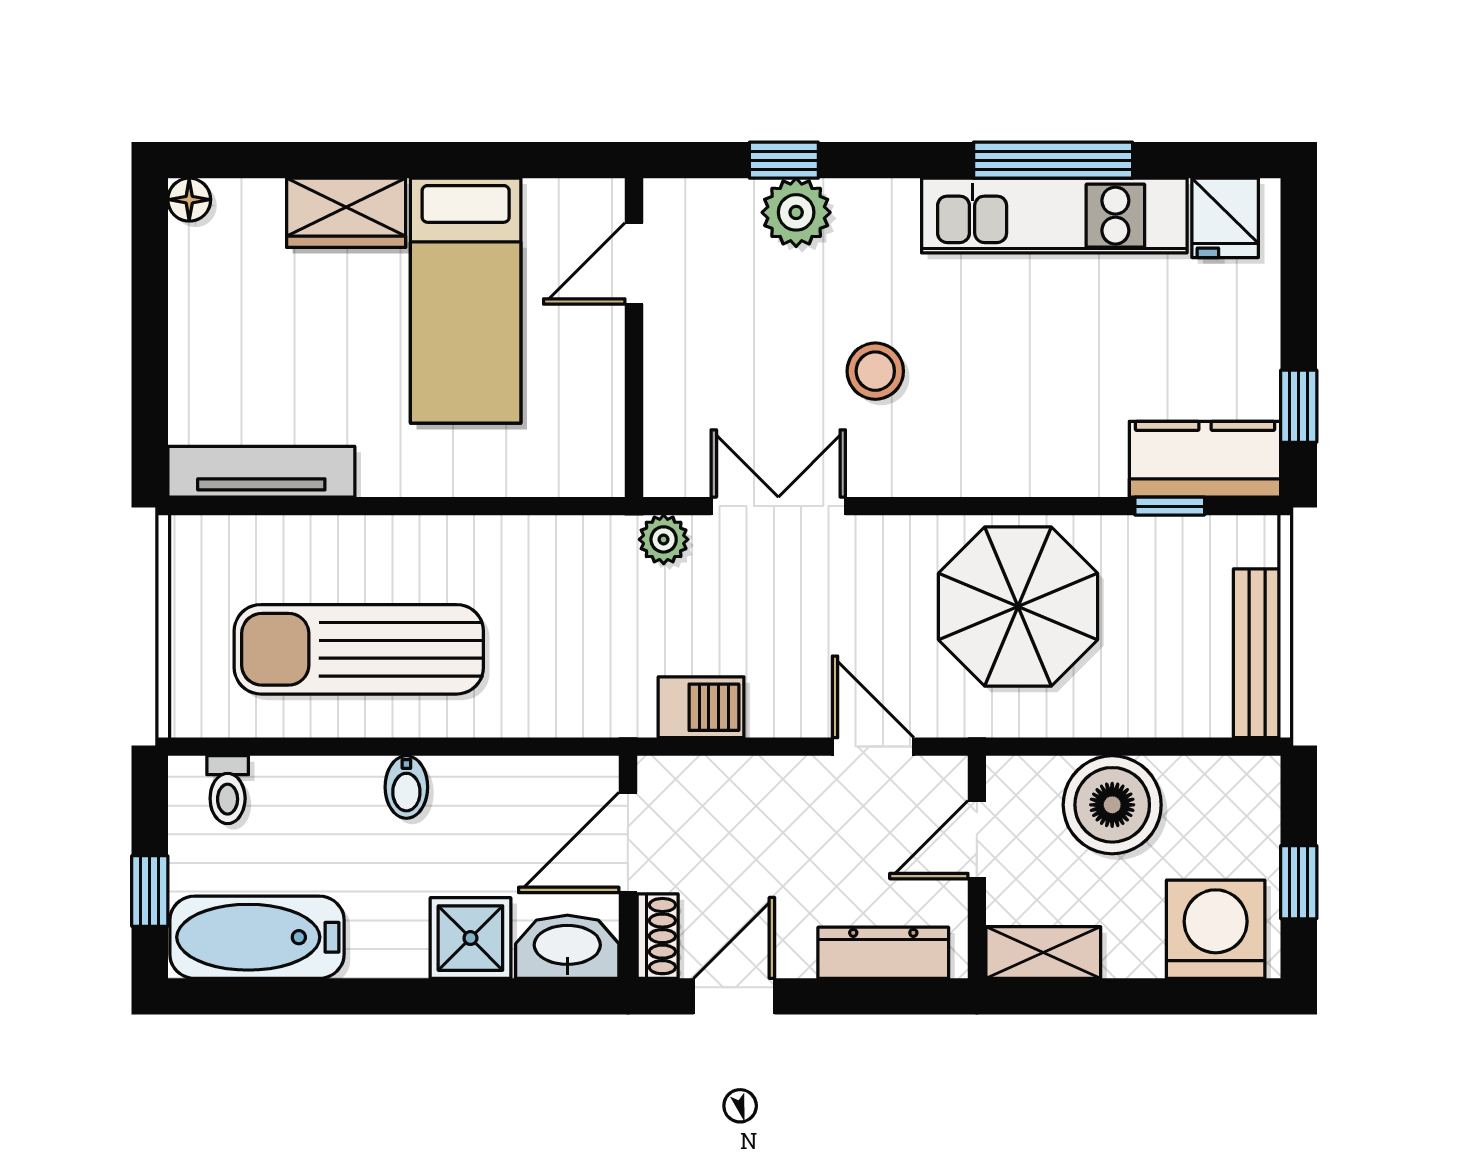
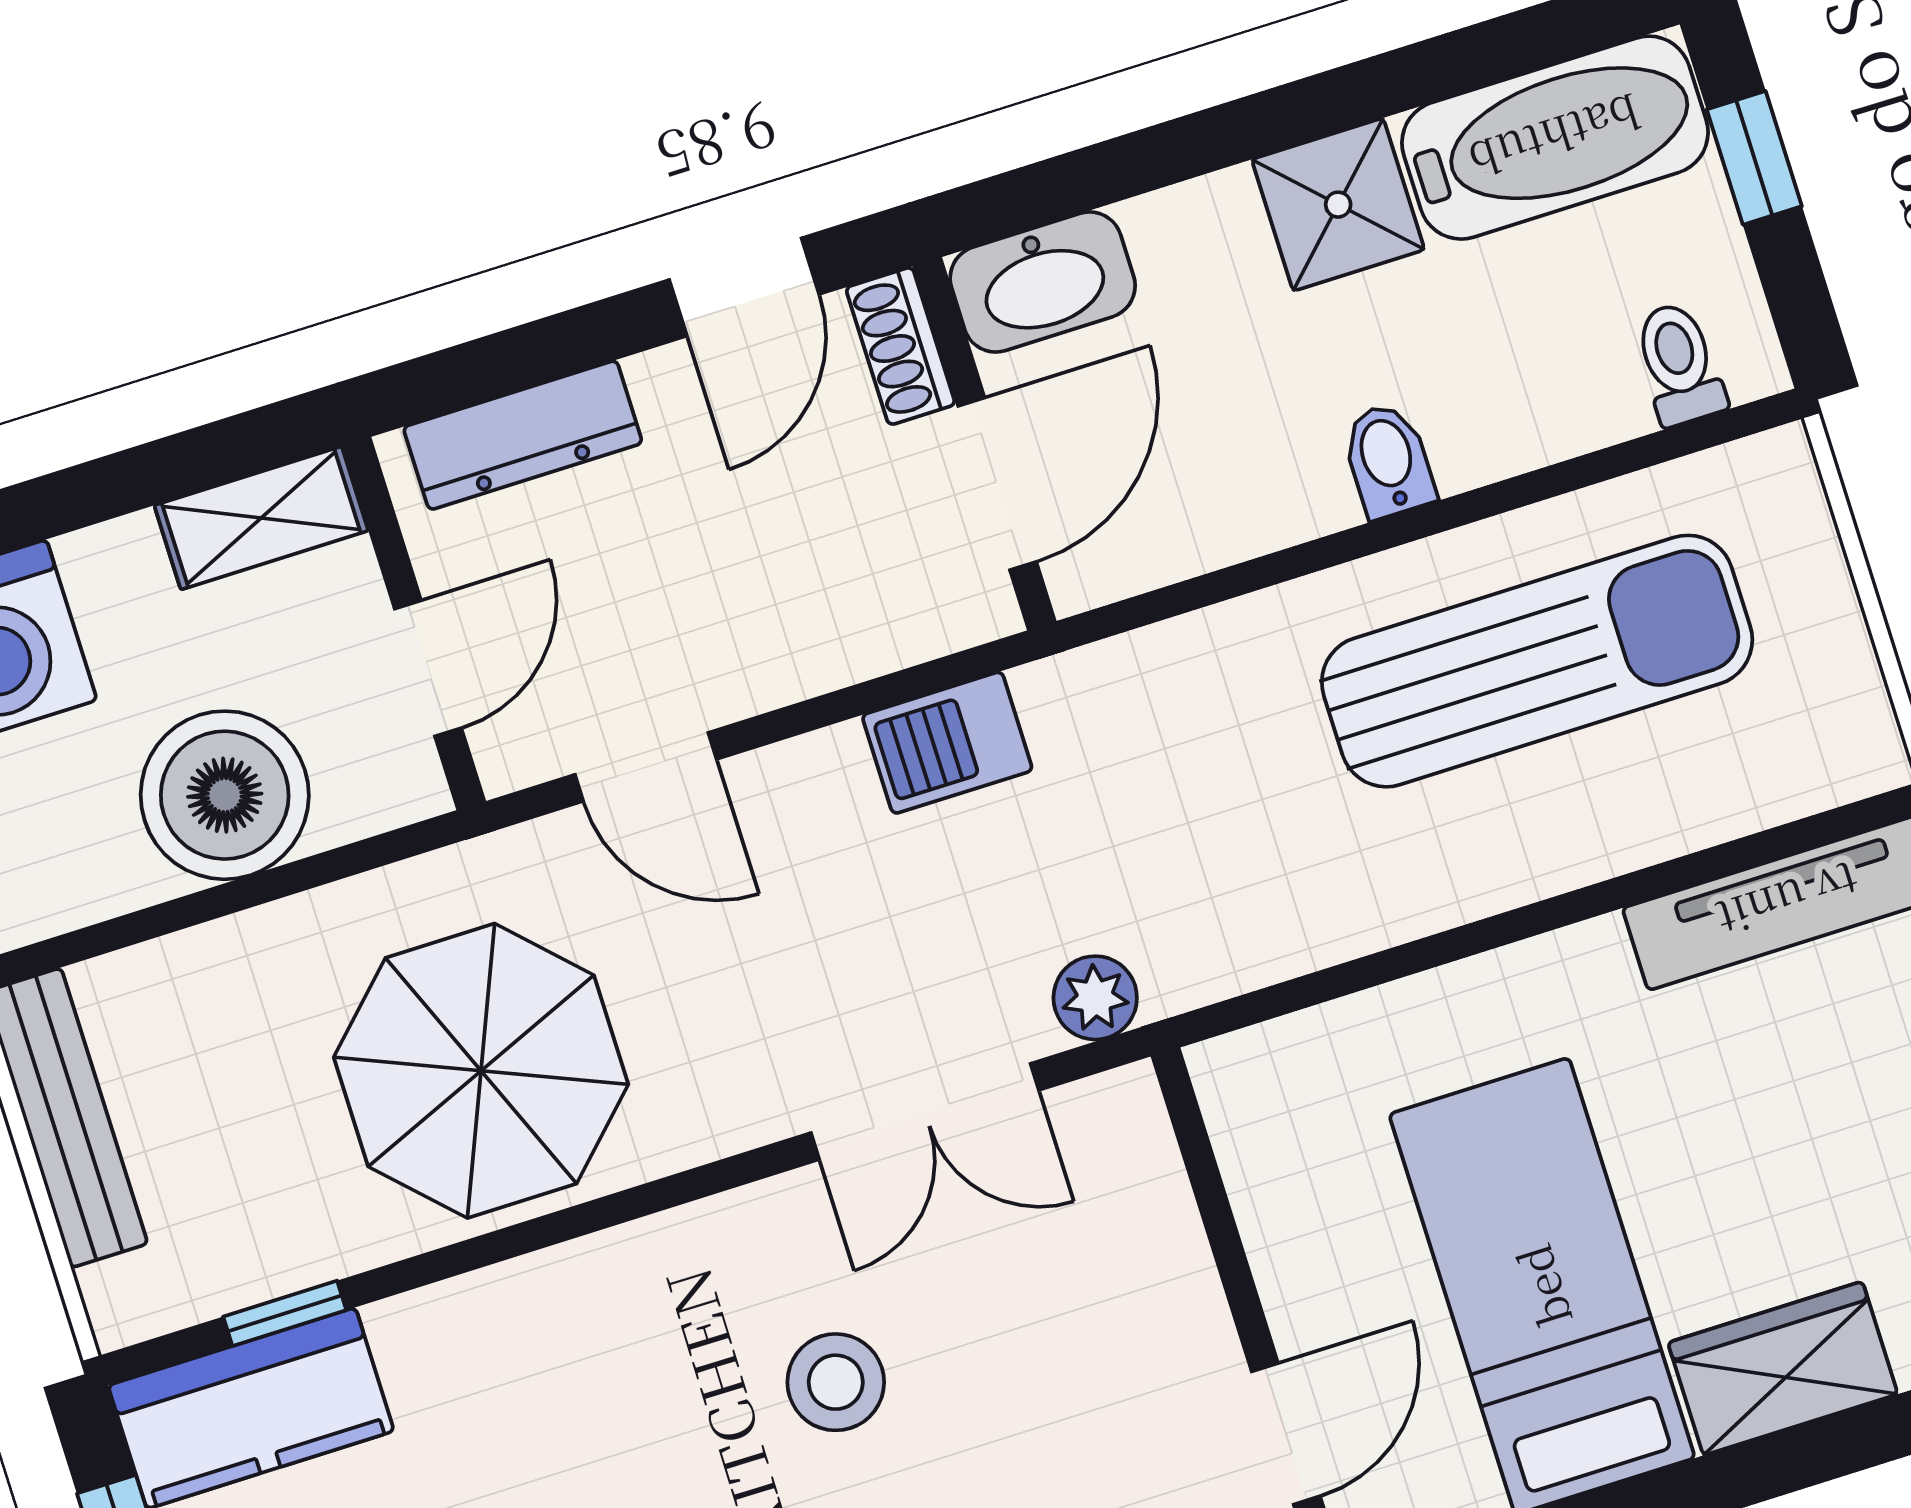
shower: (470, 938) -> (1338, 205), moved

